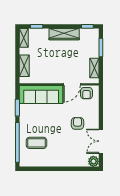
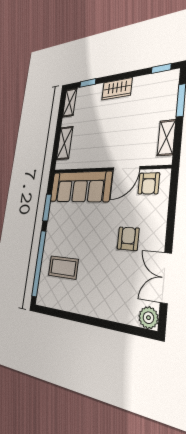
wardrobe: (64, 34) -> (117, 89), width x0.67

